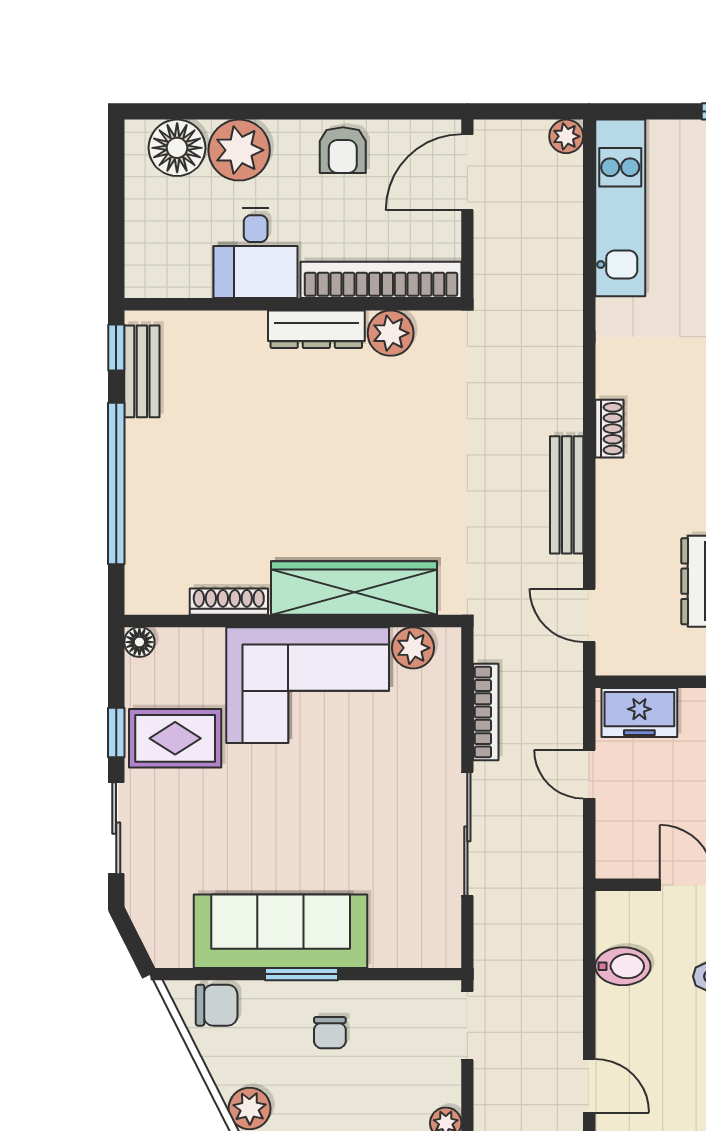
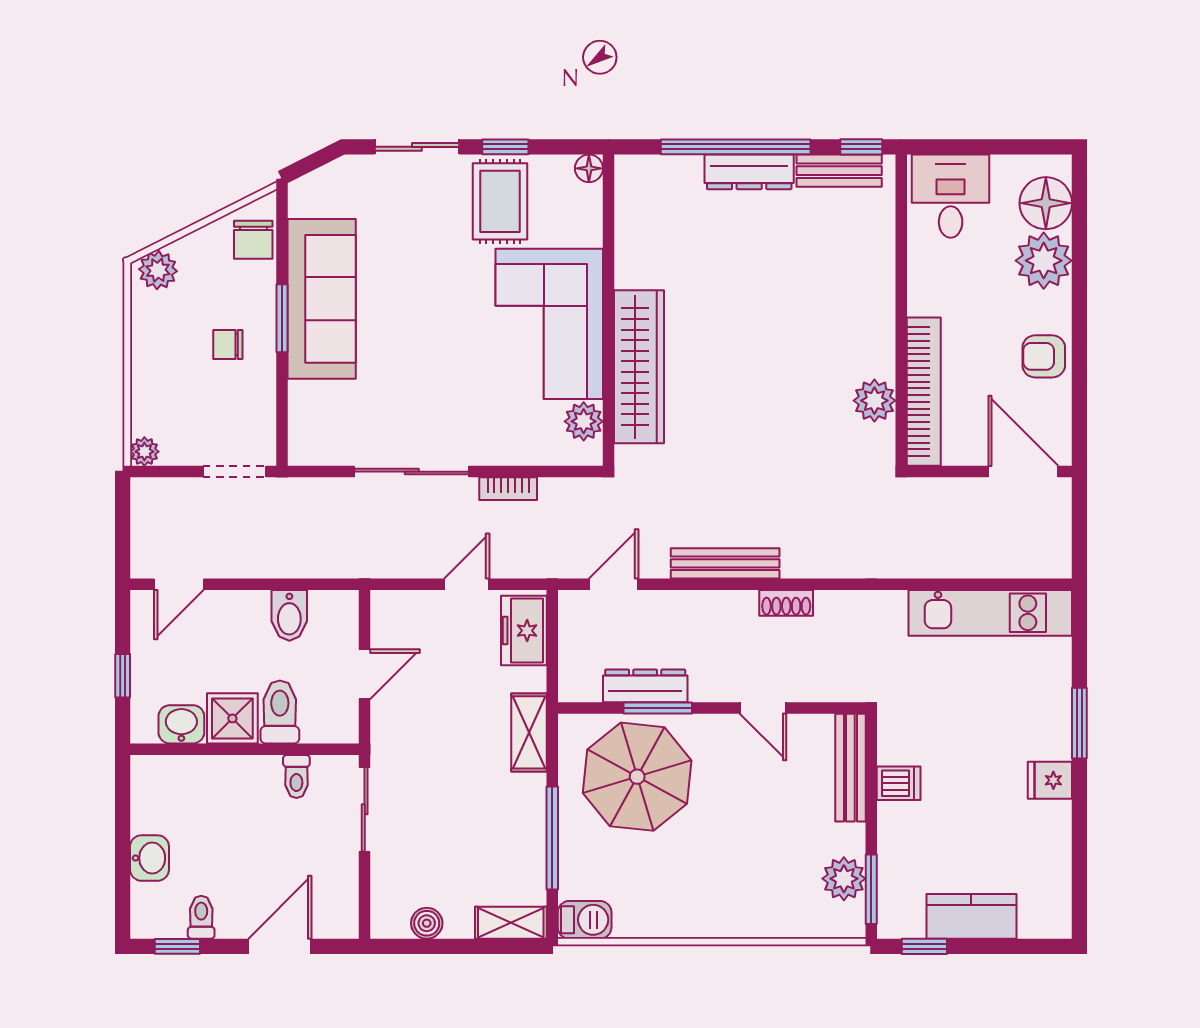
plant: (566, 136) -> (1056, 563), removed
desk: (256, 253) -> (951, 196), moved, turned 90
dresser: (316, 329) -> (749, 172), moved, turned -90
shoe rack: (229, 602) -> (626, 251), removed
bookcase: (486, 712) -> (508, 489), width x0.64

